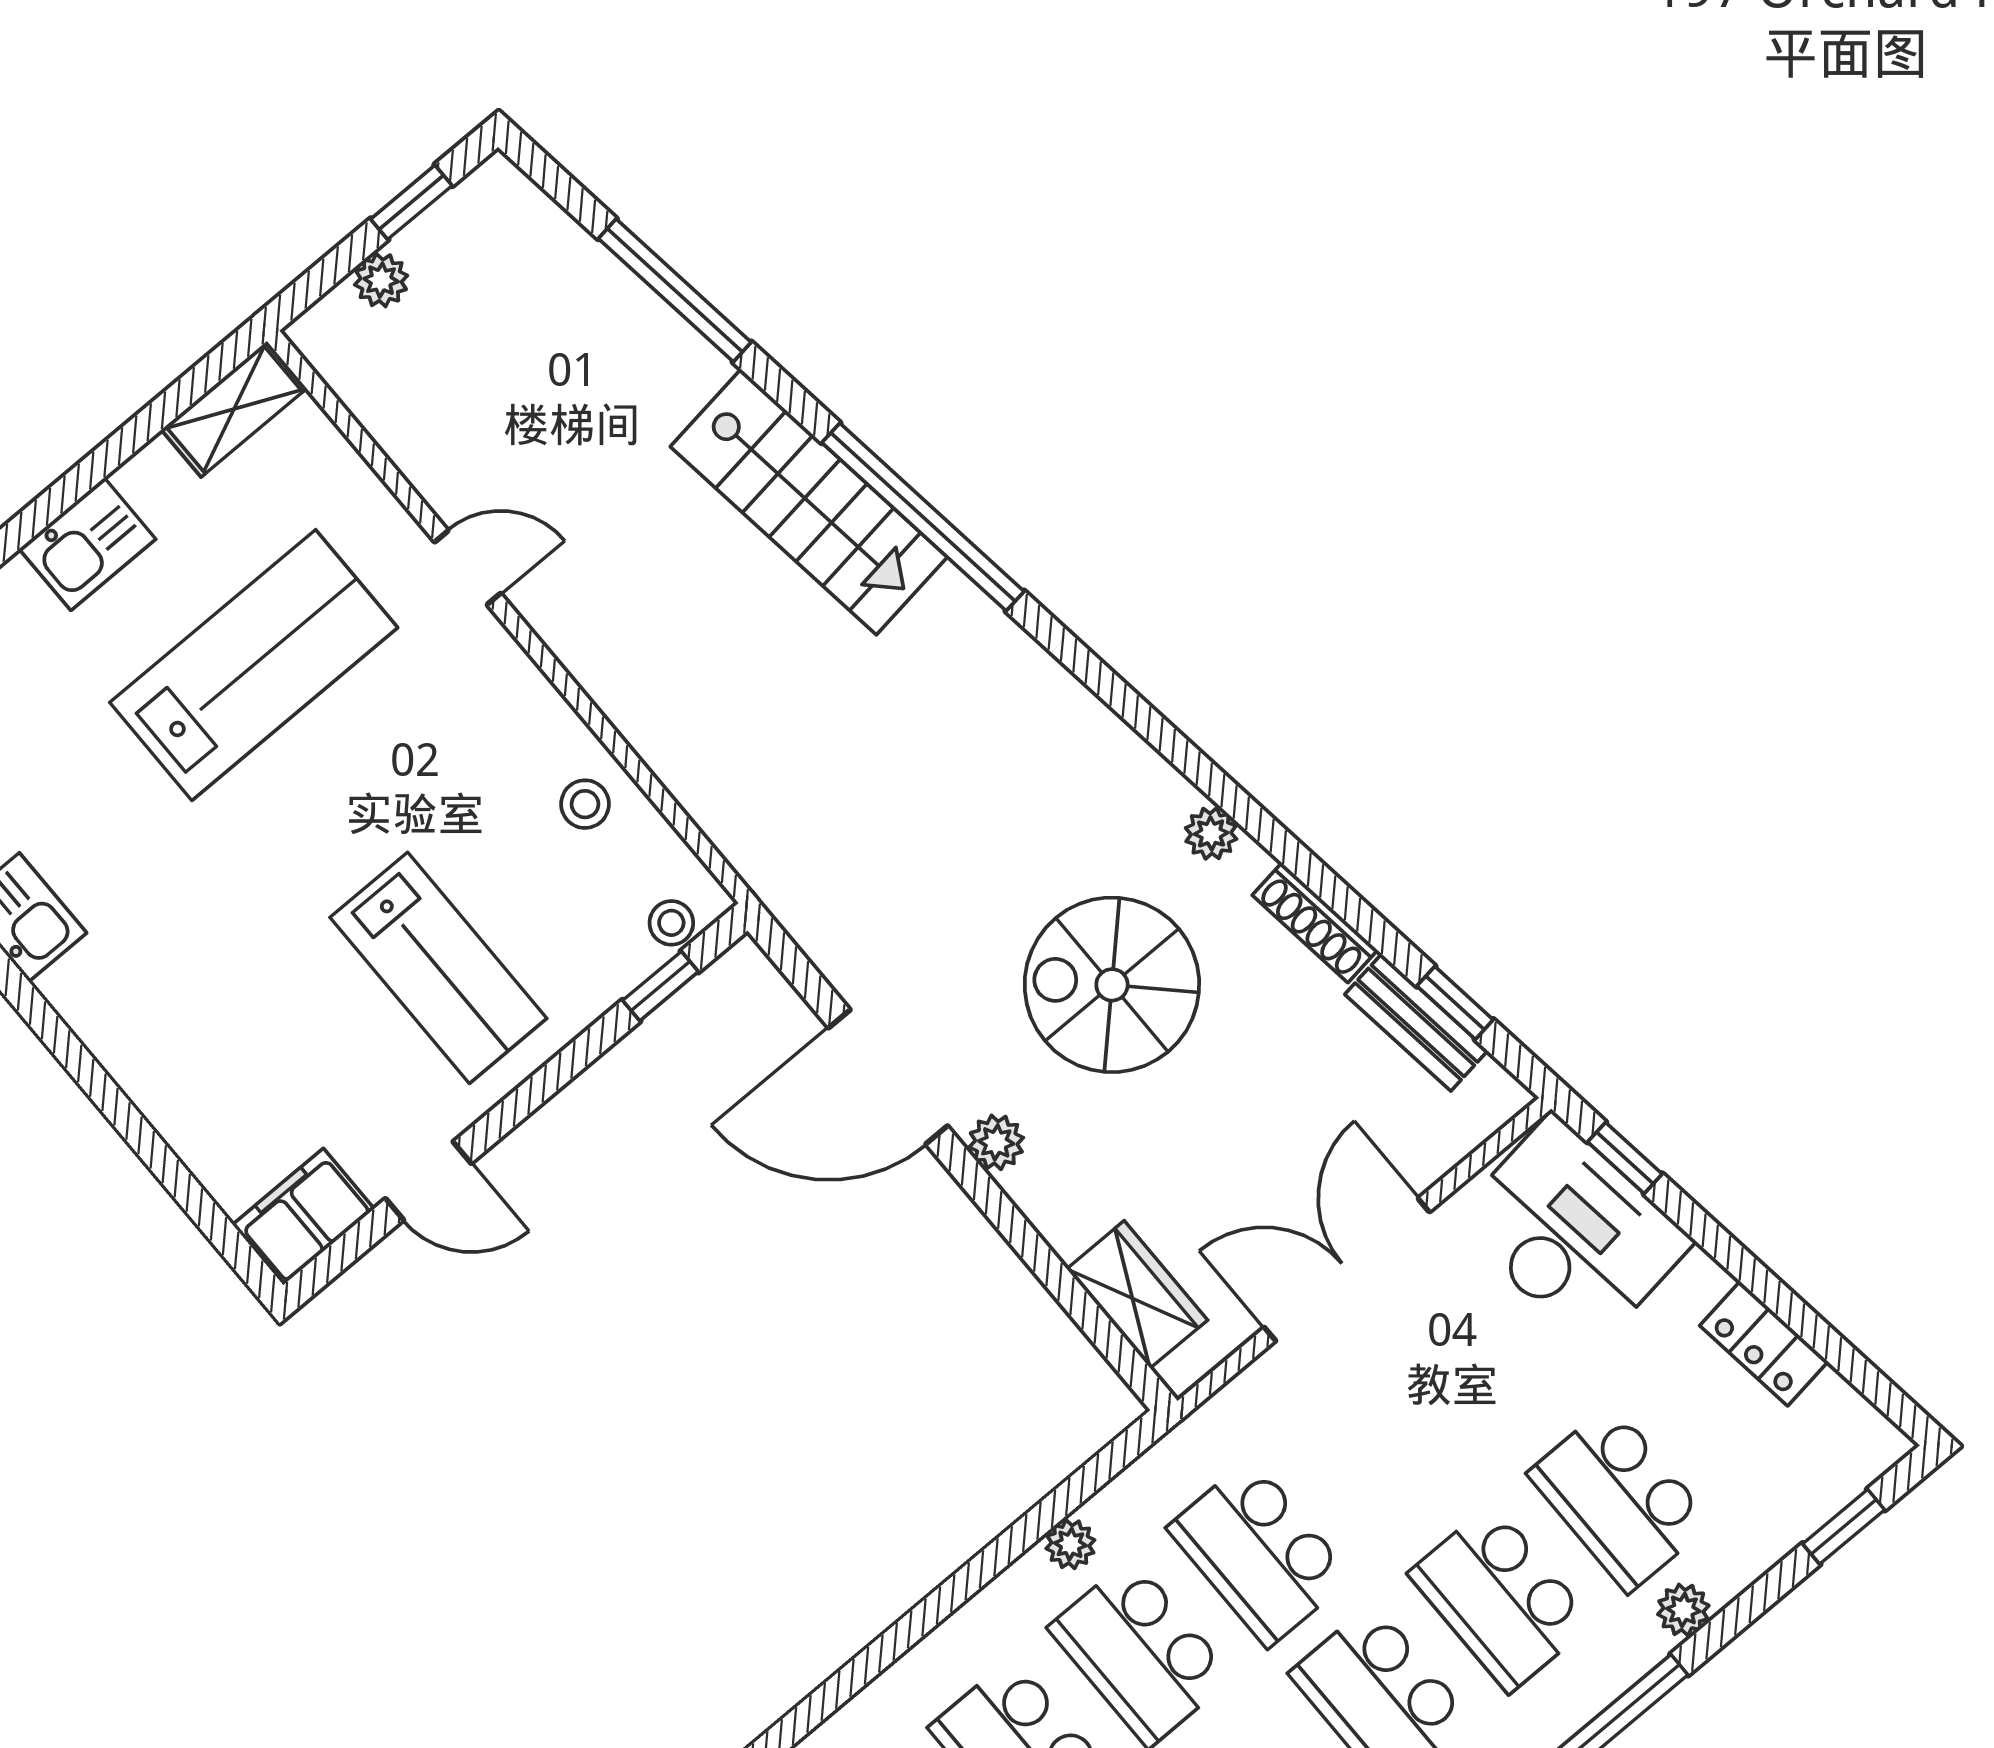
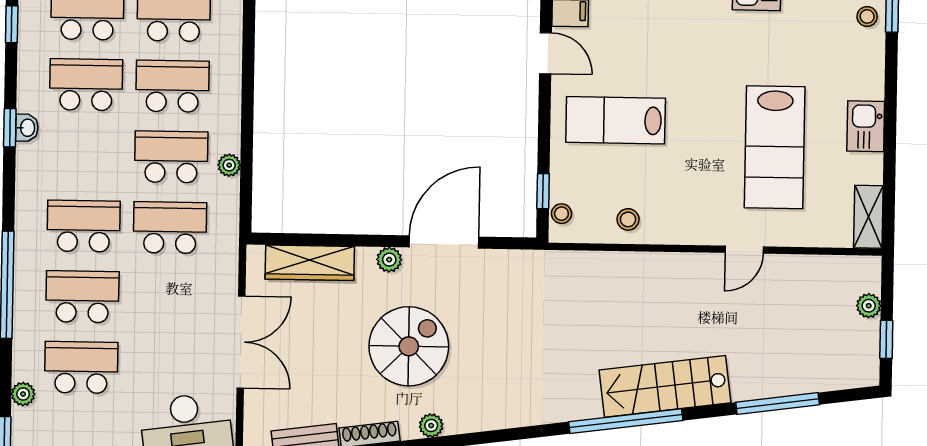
door: (428, 1181) -> (545, 53), swing flipped
wardrobe: (1137, 1295) -> (310, 263), width x1.50
plant: (1683, 1610) -> (23, 394), moved

